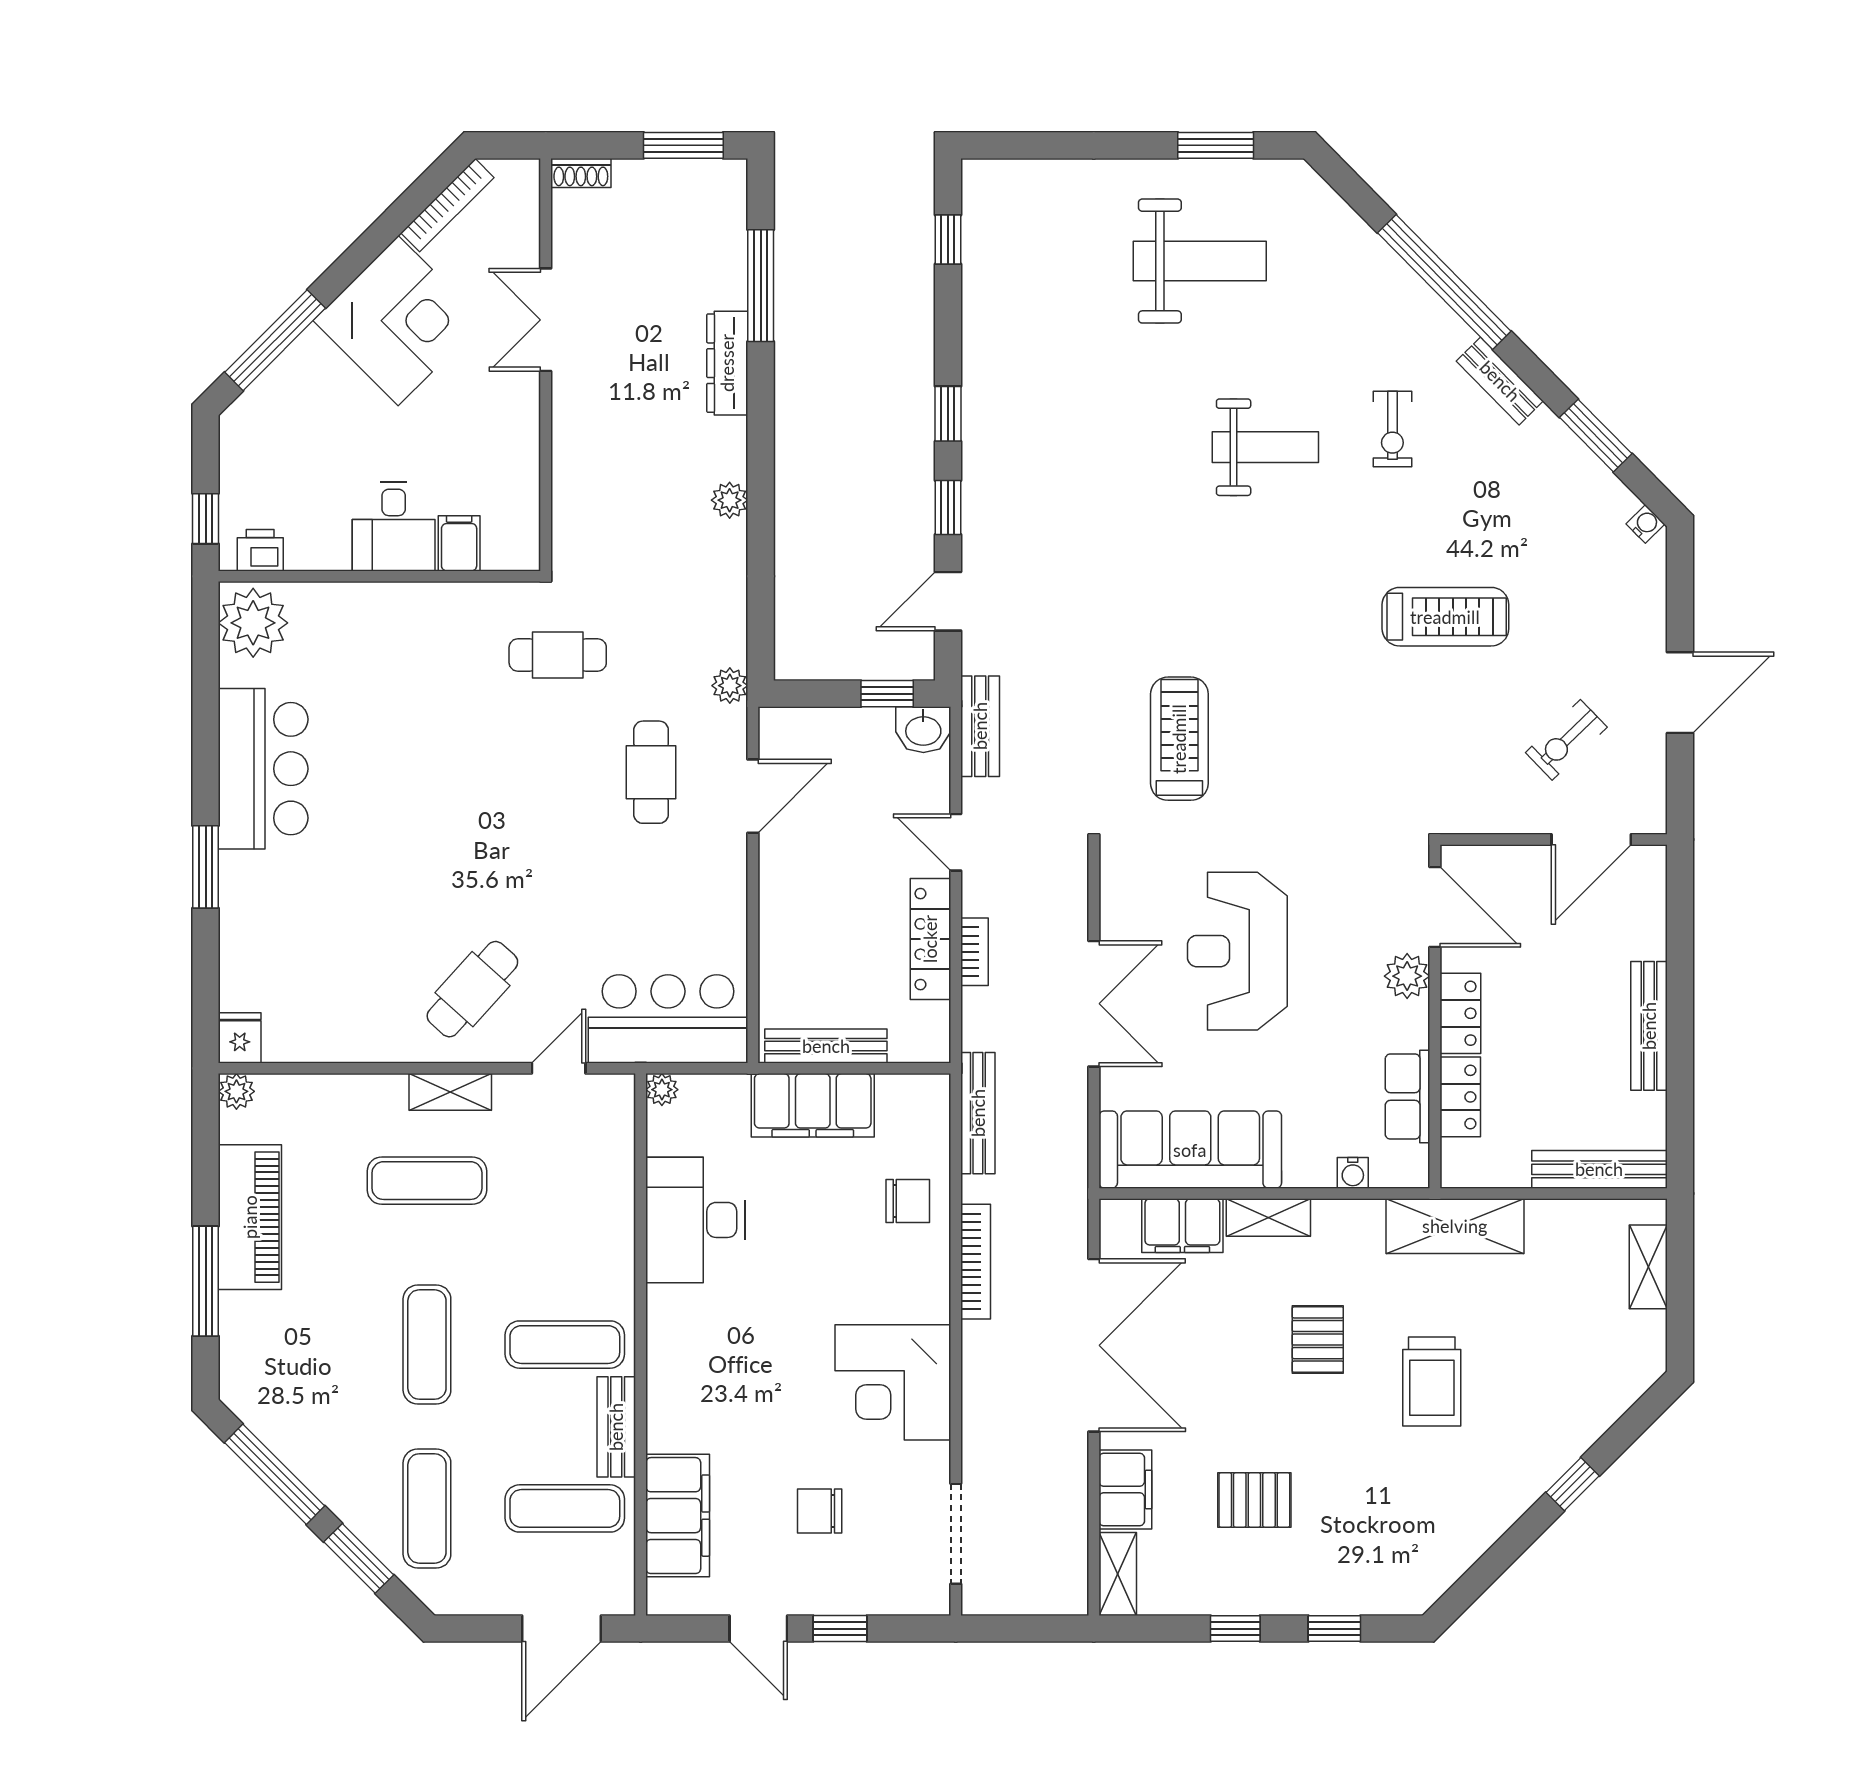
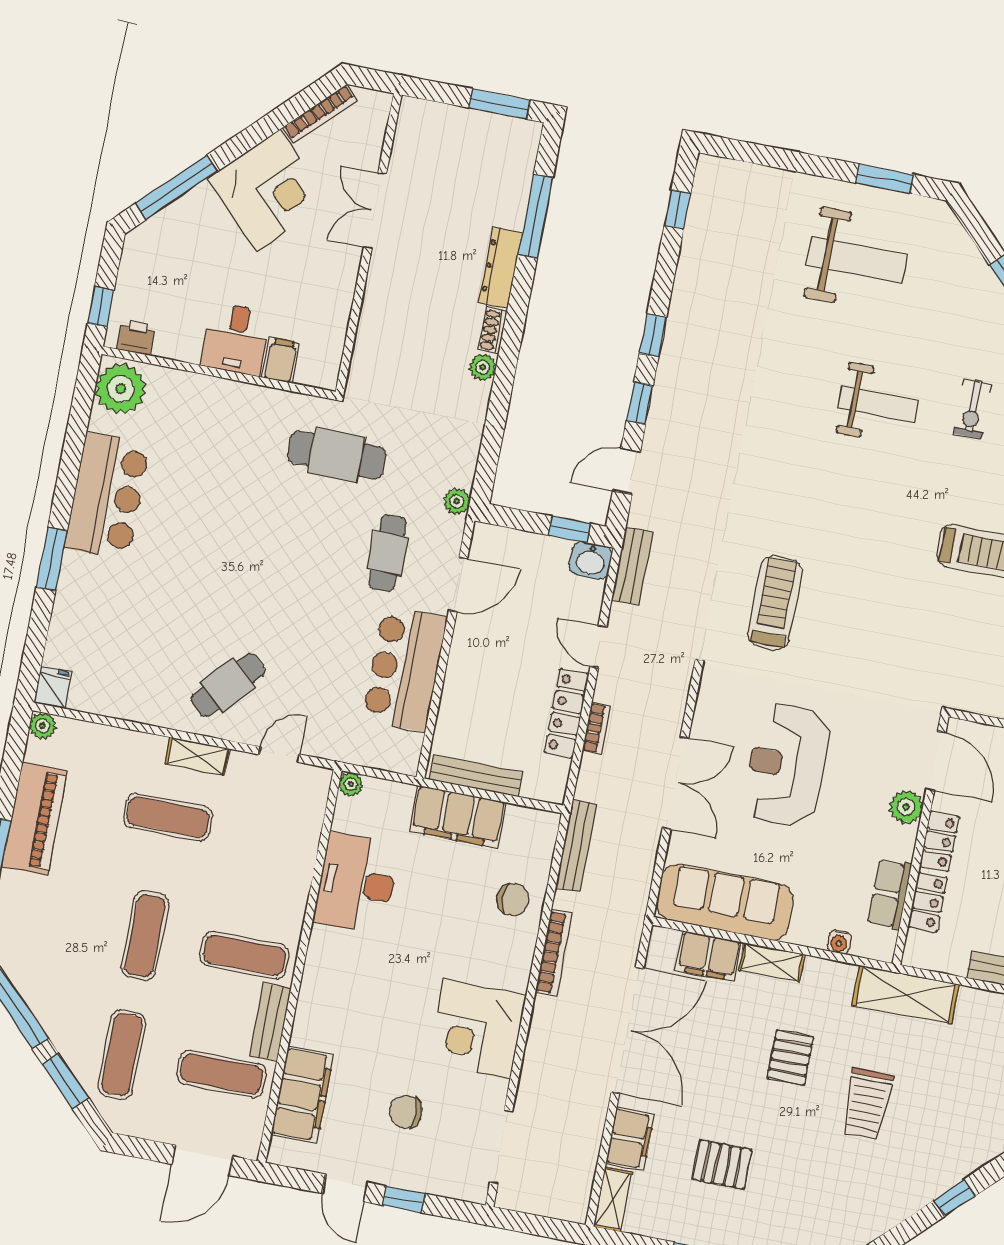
shoe rack: (581, 173) -> (493, 330), moved, turned 90
cafe table: (558, 655) -> (337, 455), width x1.37, depth x1.35
bar counter: (668, 1019) -> (404, 669), moved, turned -90

